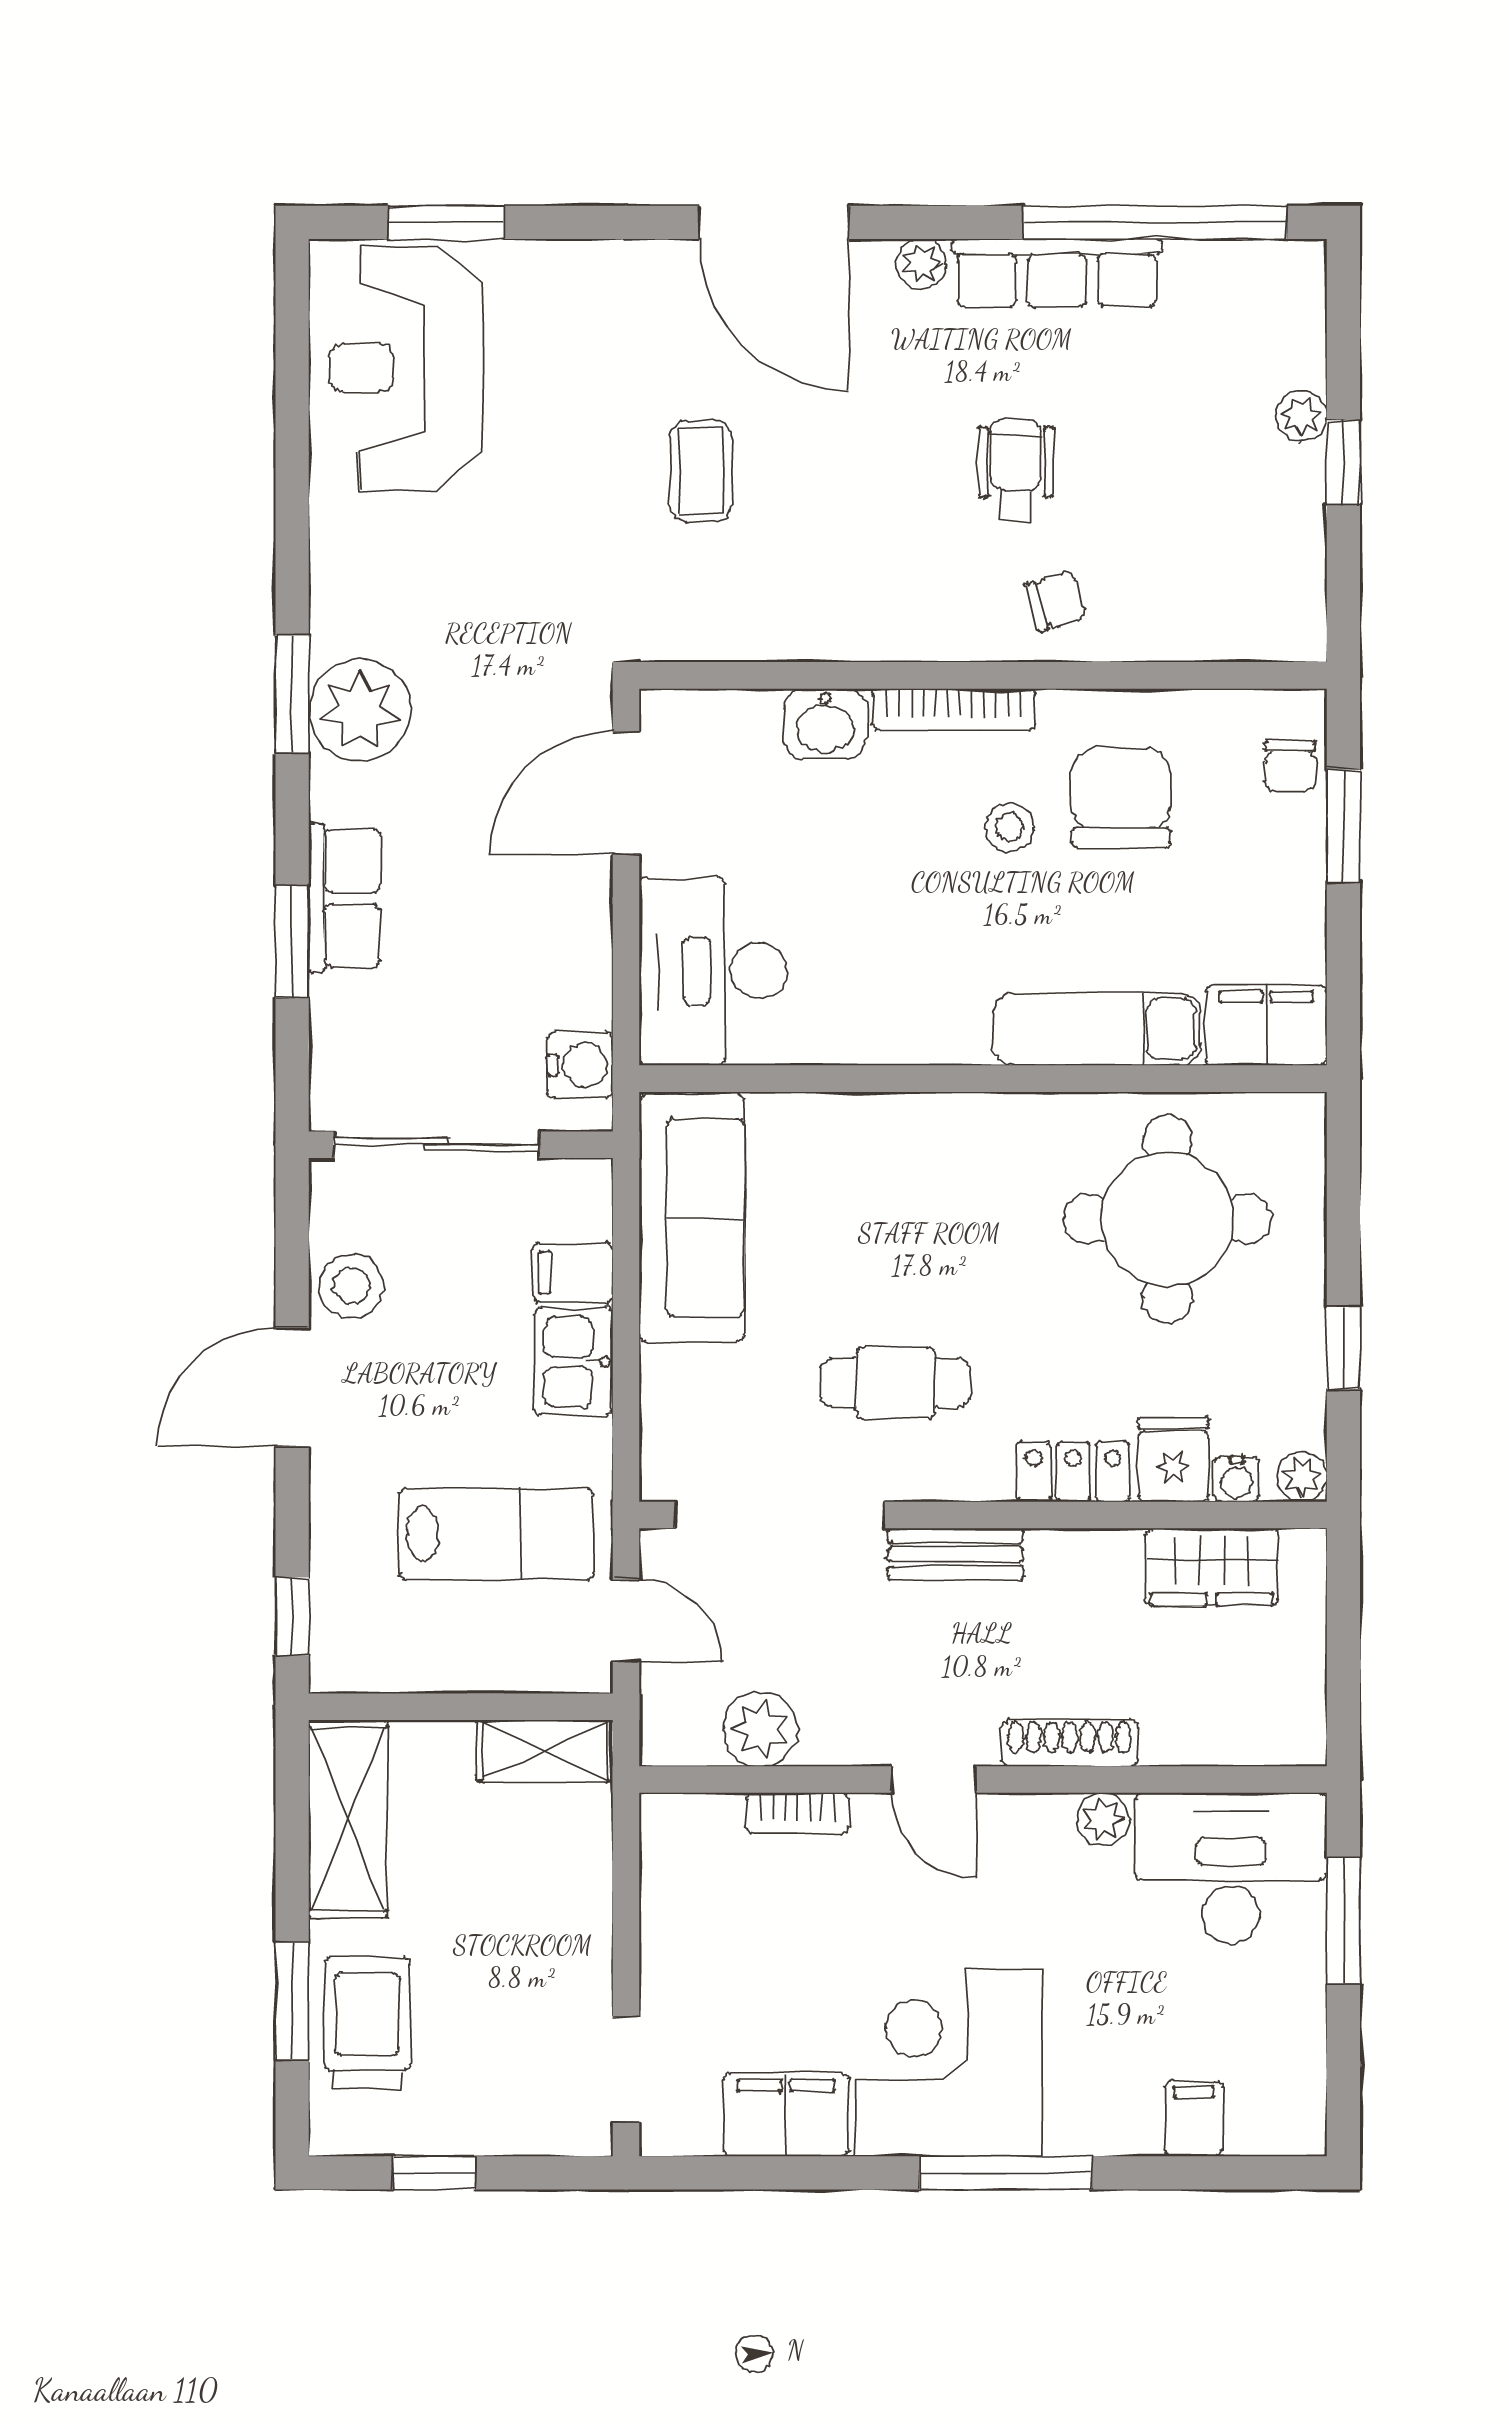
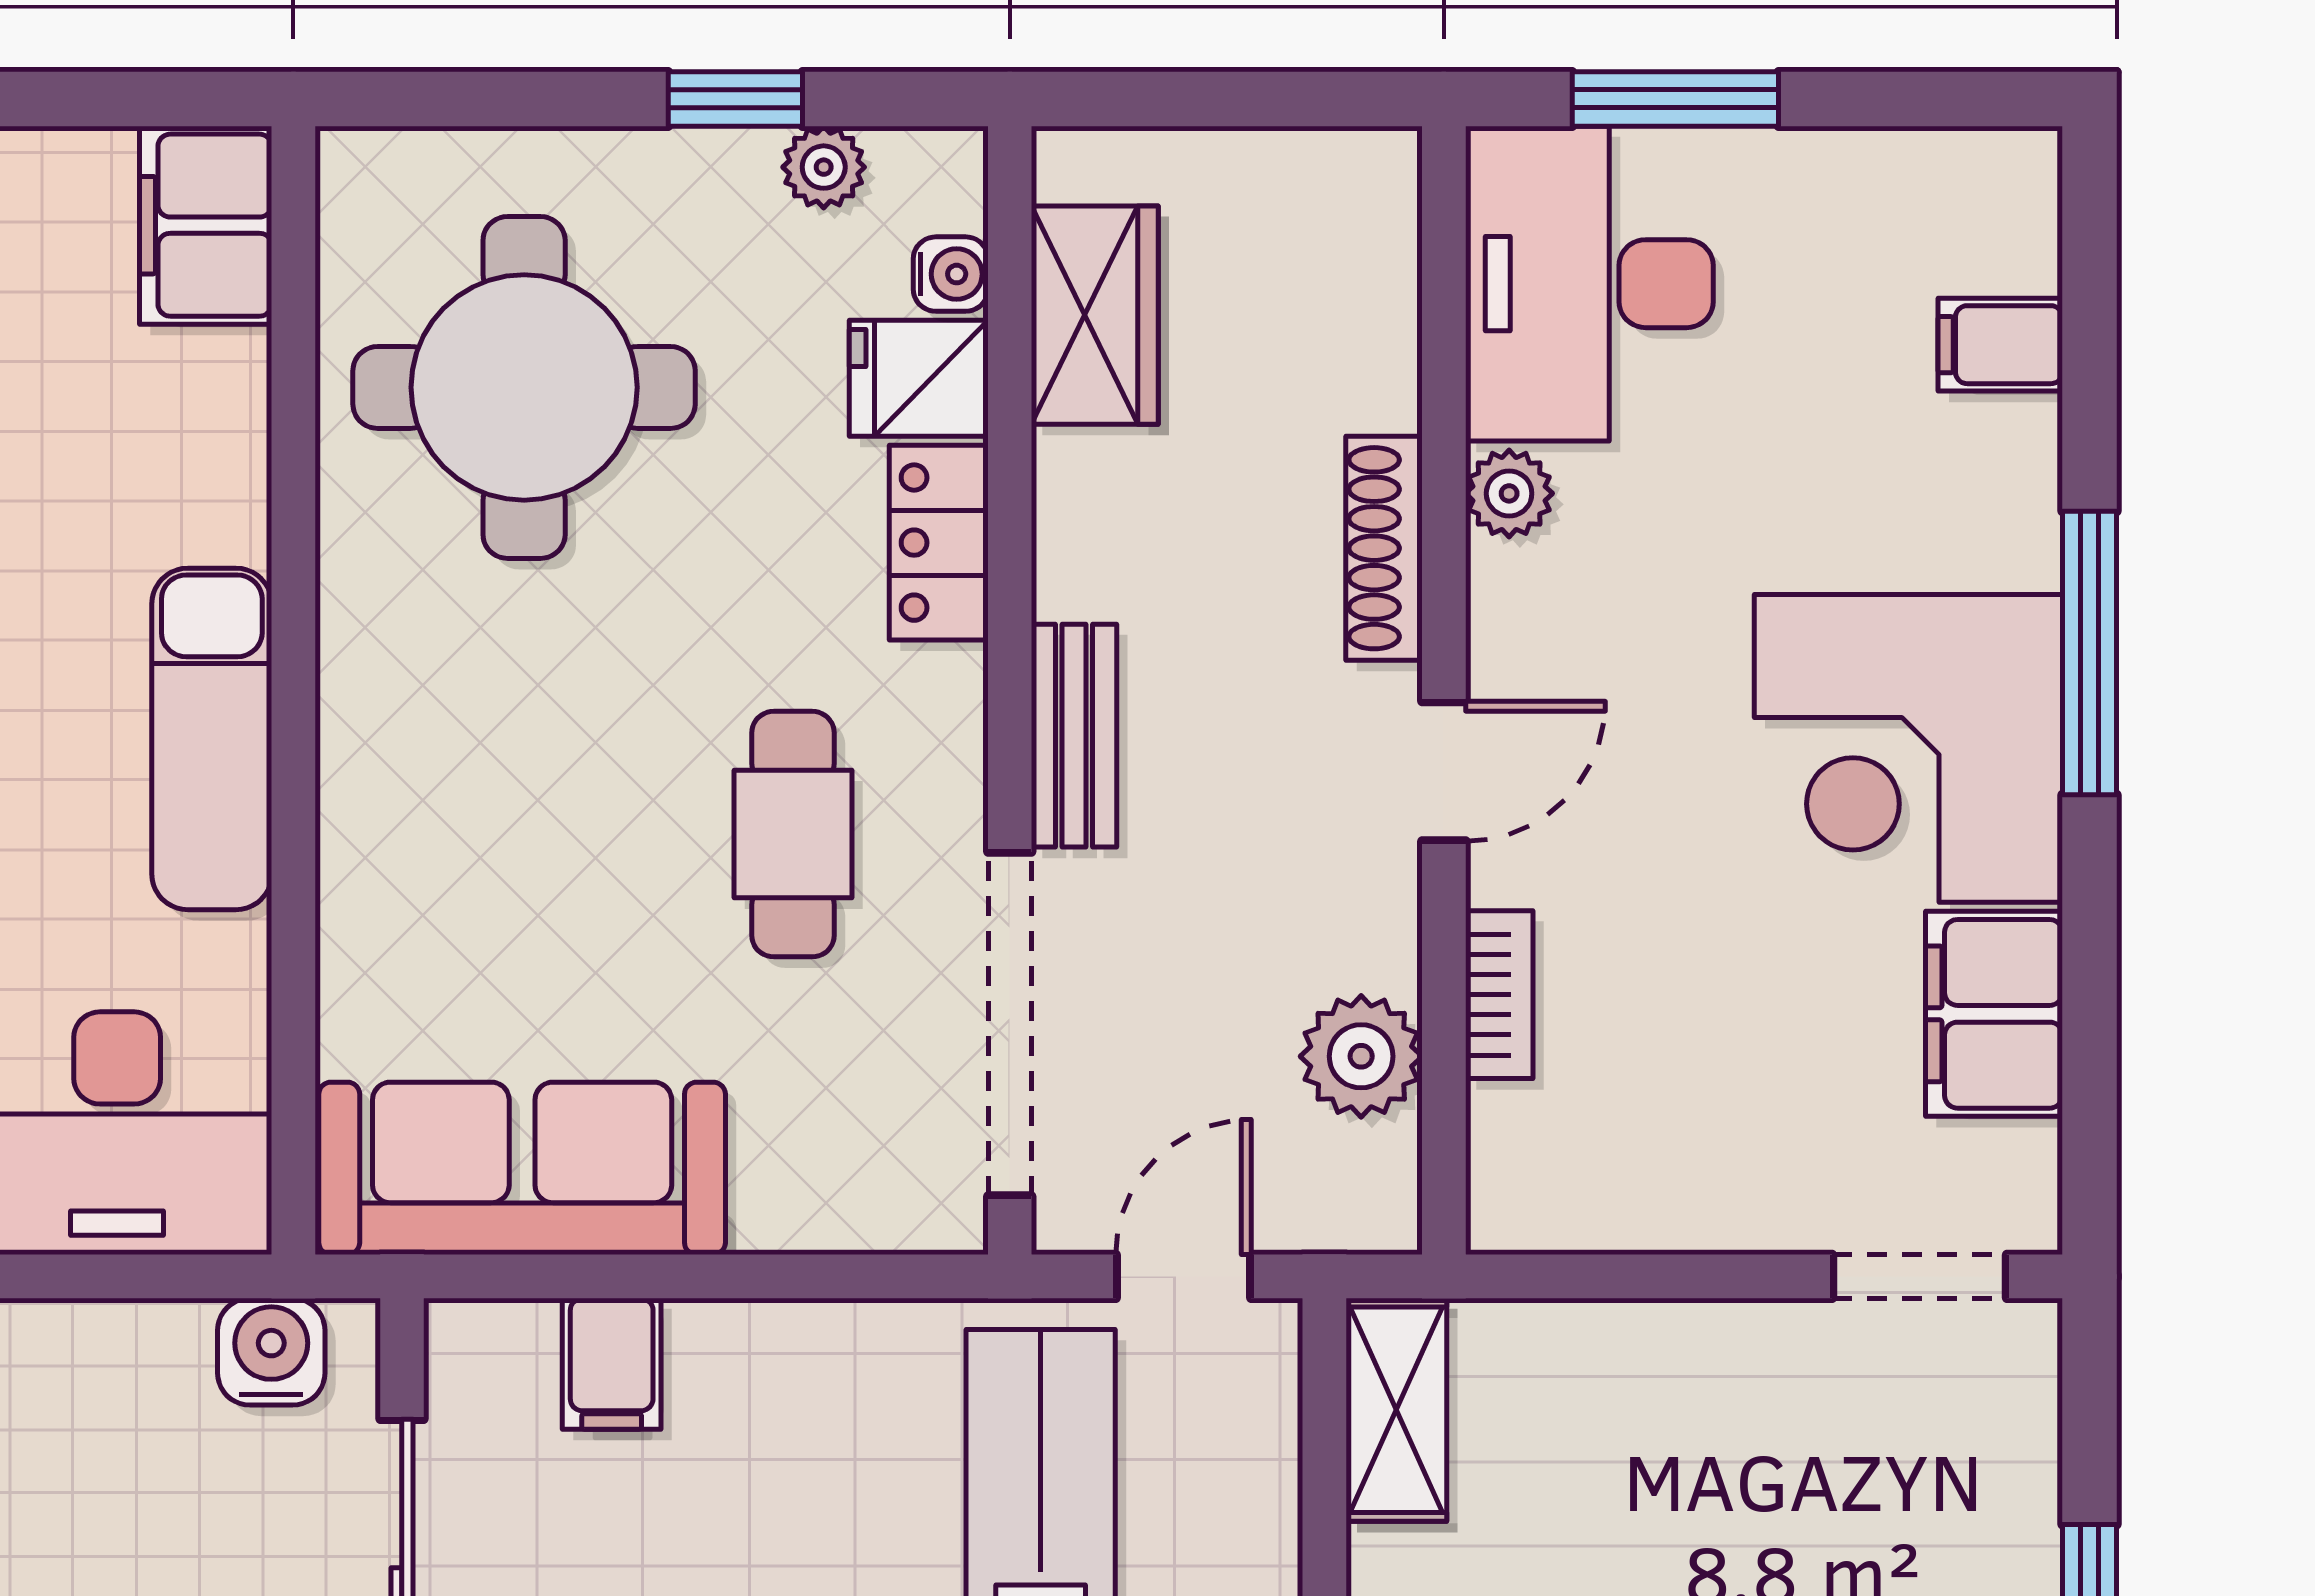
exam couch: (1097, 1029) -> (212, 739), moved
kitchen sink: (574, 1362) -> (758, 1362), removed
plant: (1302, 1477) -> (824, 167), moved

